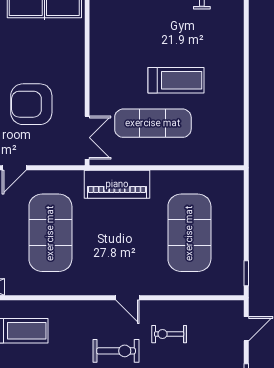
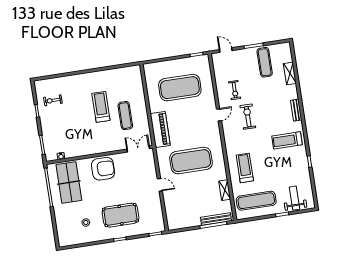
armchair: (31, 104) -> (103, 169), moved, turned -90
exercise mat: (153, 123) -> (125, 116), width x0.73, depth x0.69

